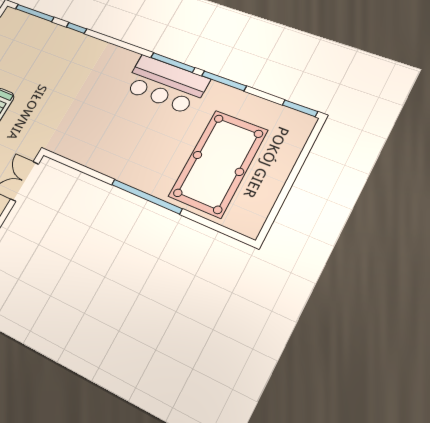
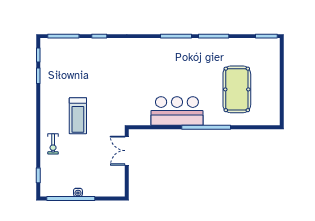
bar counter: (166, 84) -> (177, 111), moved, turned 180
pool table: (218, 163) -> (237, 89), width x0.73, depth x0.76

